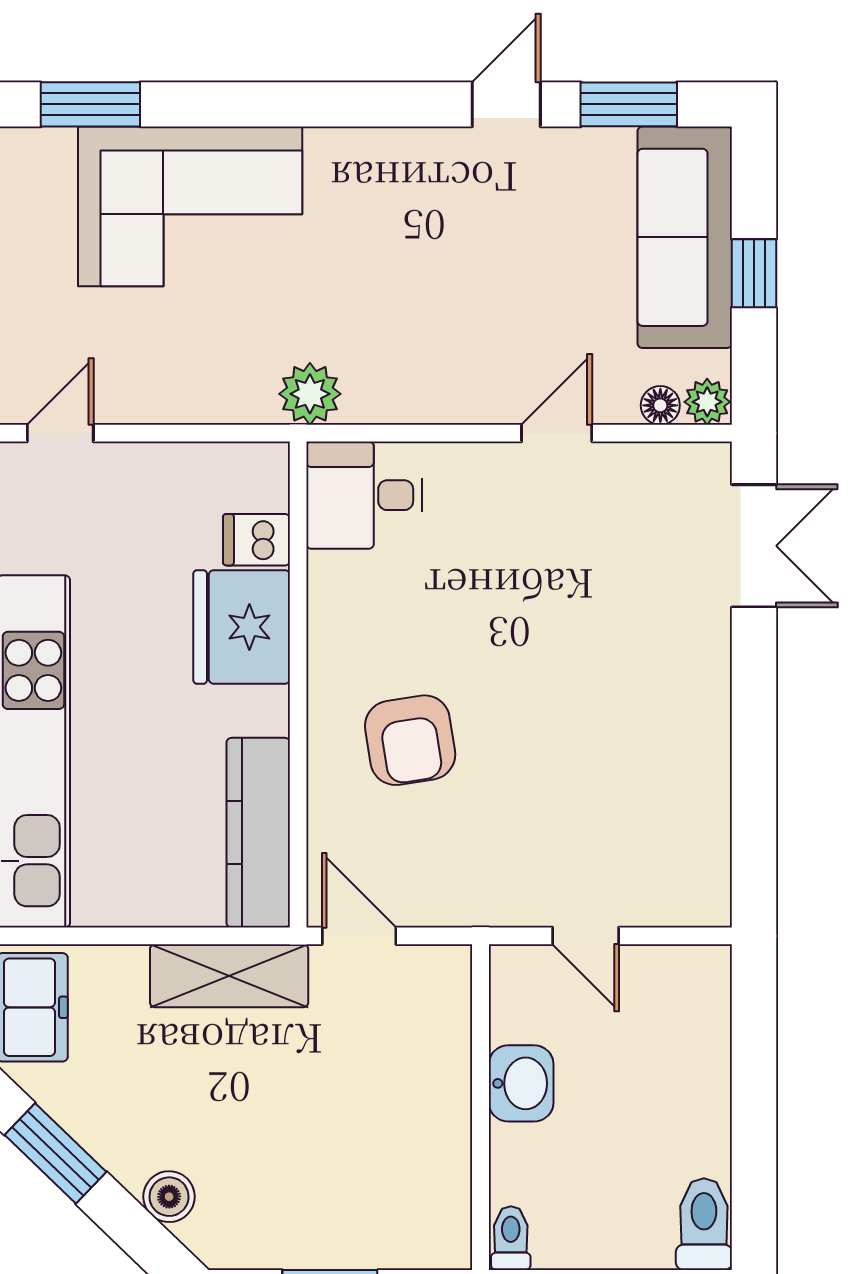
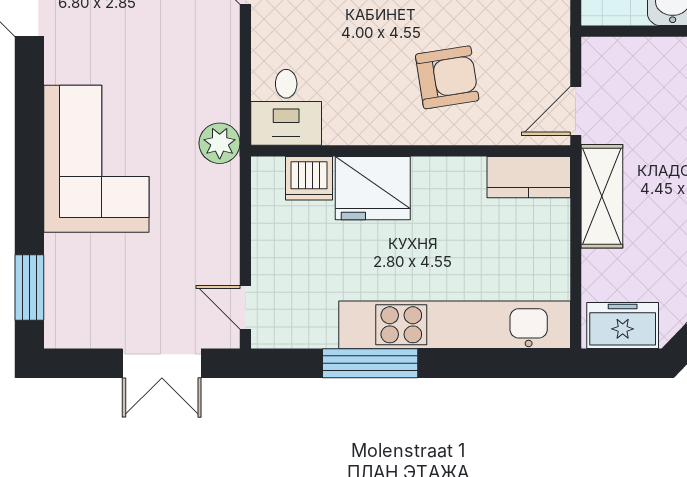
corner sofa: (190, 206) -> (96, 159), moved
dishwasher: (256, 540) -> (309, 178), width x1.38
kitchen counter: (258, 833) -> (529, 177), width x0.67

